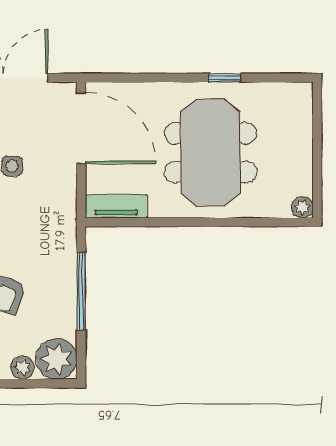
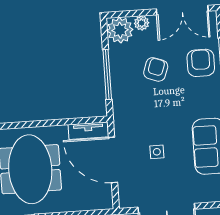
door: (81, 128) -> (113, 160), moved

